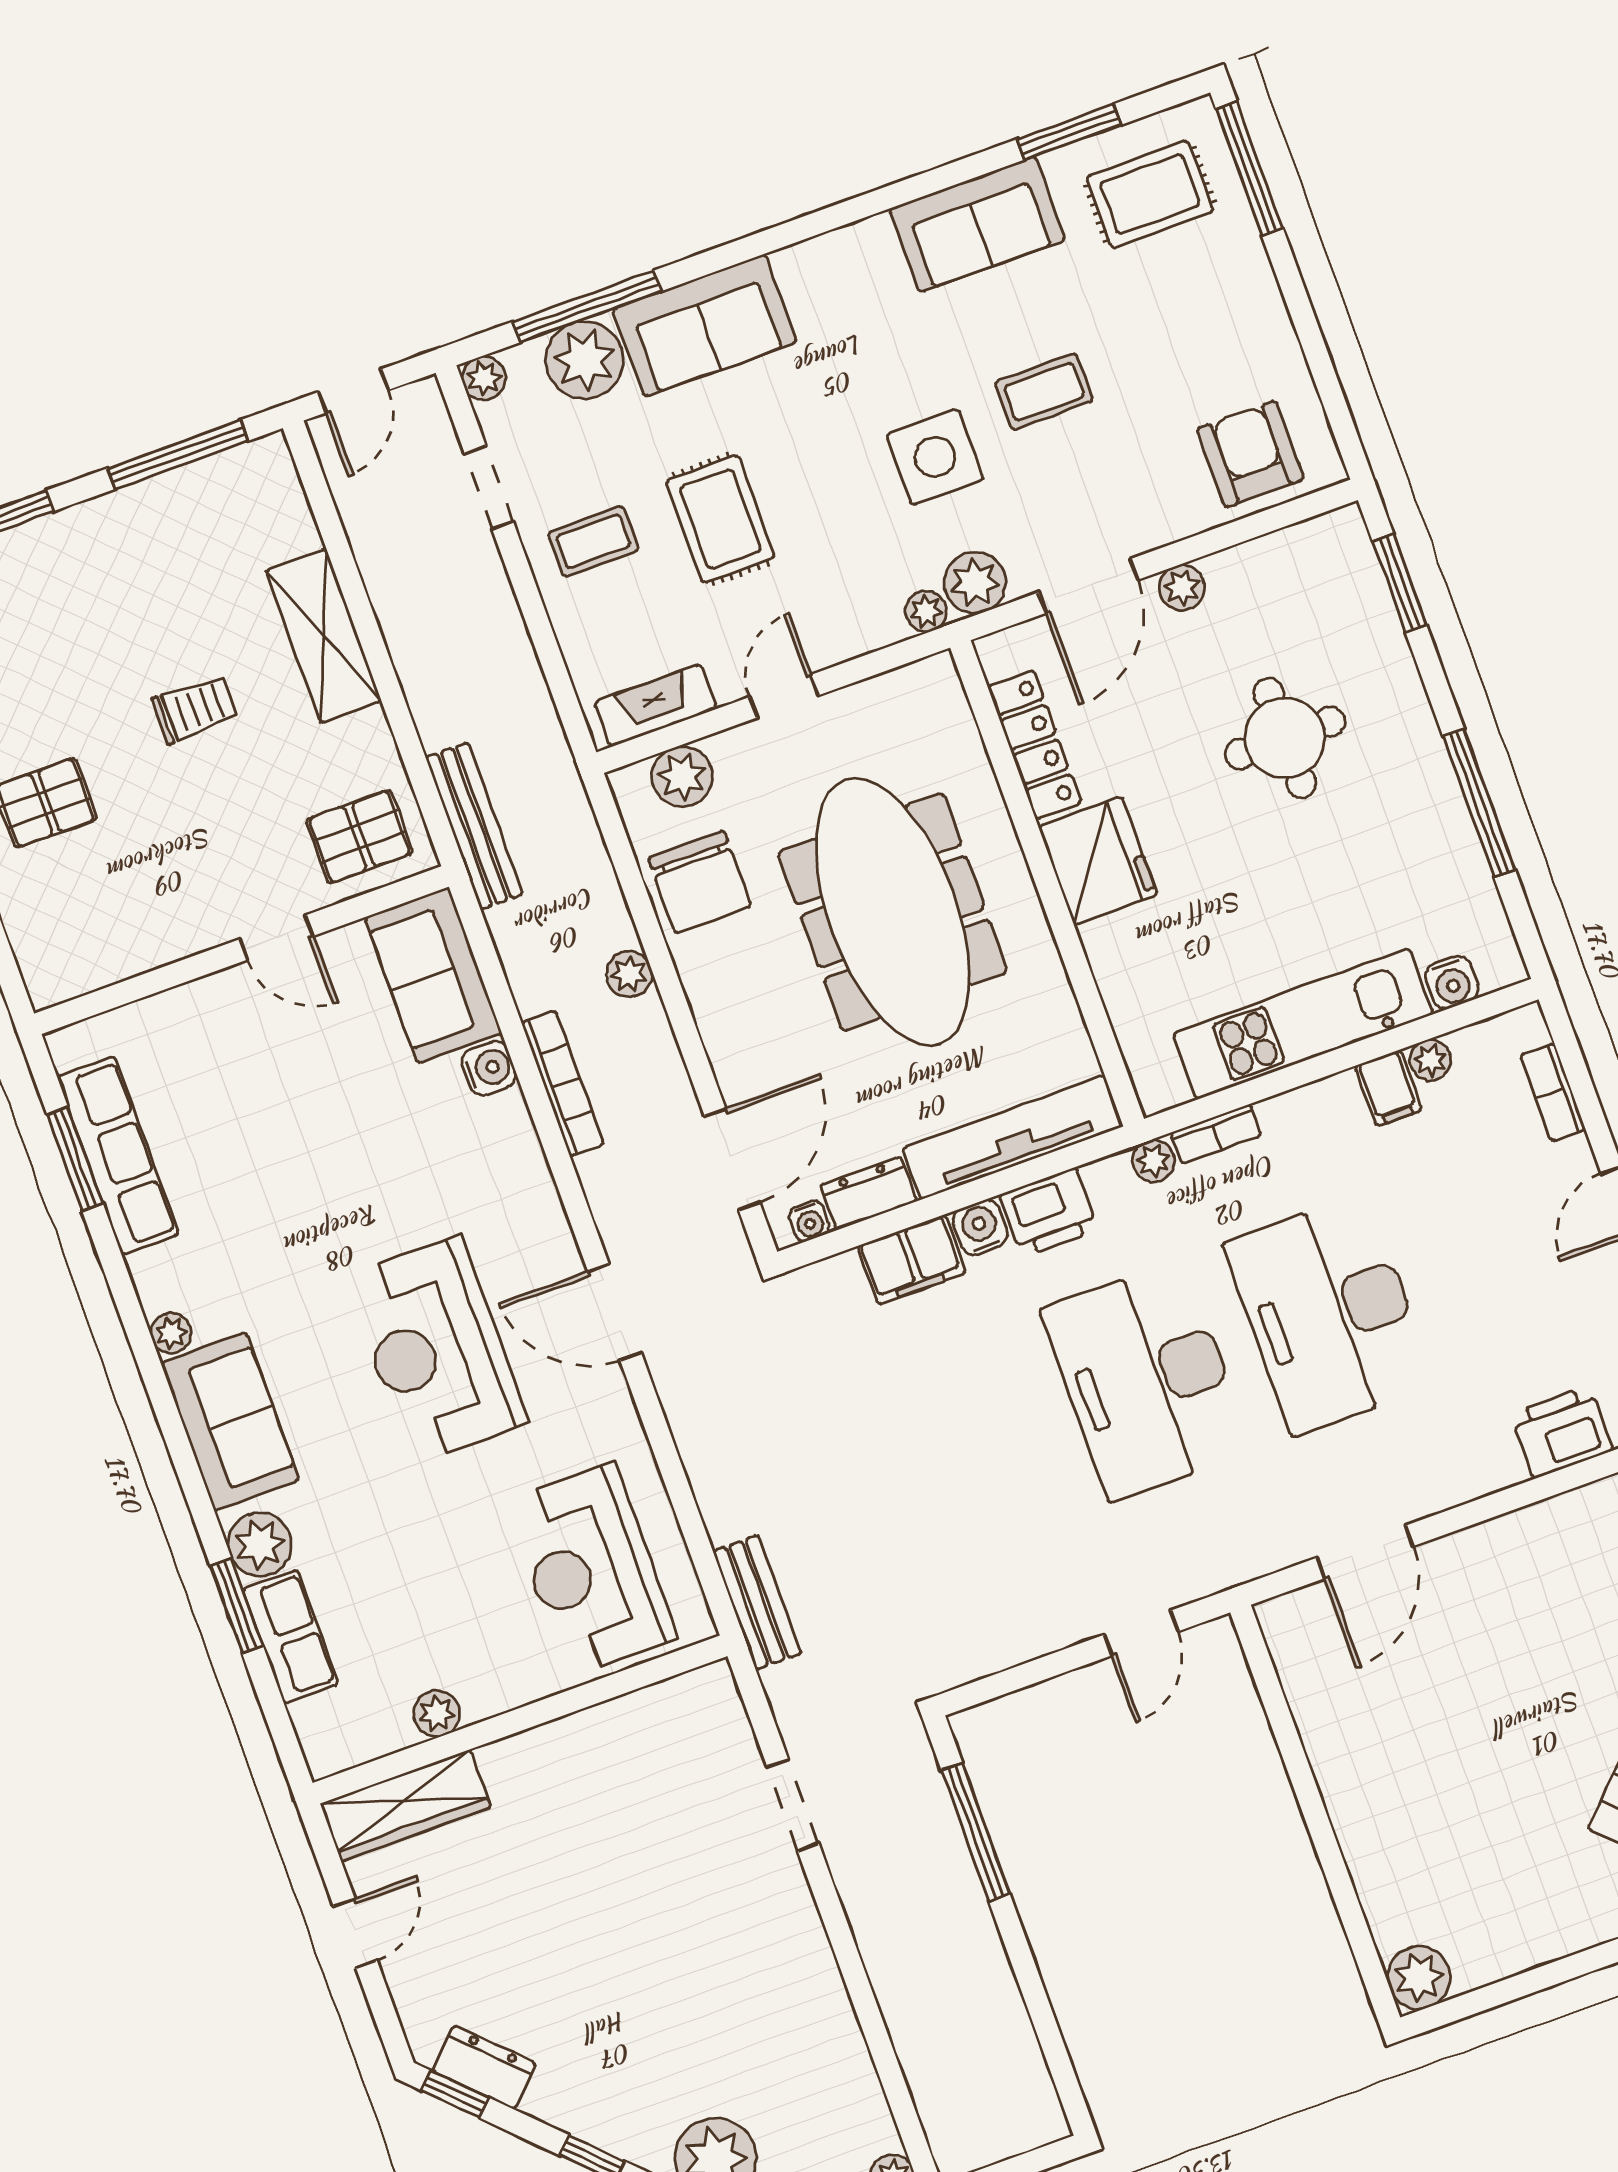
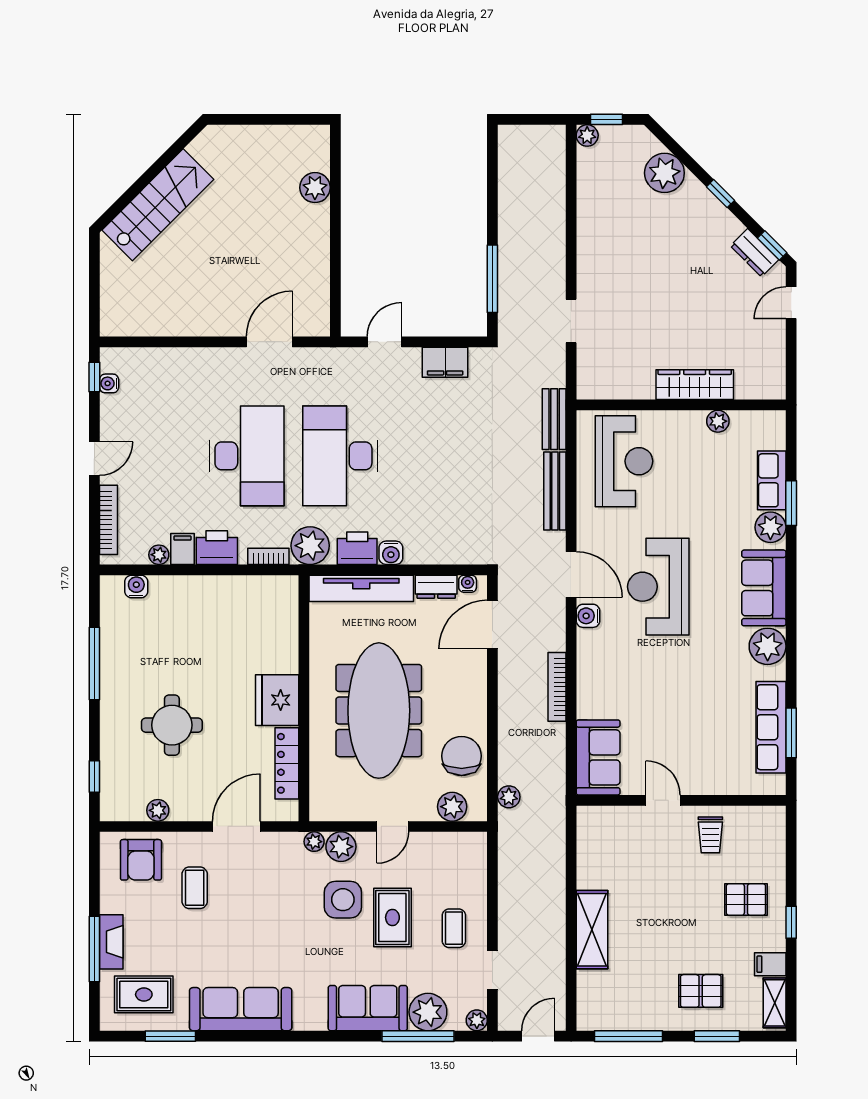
window: (1249, 168) -> (94, 949), moved
sofa: (977, 224) -> (241, 1009), width x1.36
coffee table: (1044, 392) -> (195, 888), moved, turned 90
side table: (935, 457) -> (343, 900), moved
coffee table: (593, 541) -> (454, 928), turned 90
plant: (975, 583) -> (341, 847), moved
window: (1399, 583) -> (94, 777), width x0.67
plant: (1182, 588) -> (158, 810), moved
fireplace: (656, 706) -> (111, 942), moved, turned -90
trolley: (195, 709) -> (710, 835), moved, turned -90
bench: (474, 826) -> (555, 491), moved
pallet: (359, 837) -> (701, 991), moved
plant: (629, 974) -> (509, 797), moved
kitchen unit: (1303, 1024) -> (211, 592), removed
water cooler: (489, 1068) -> (588, 616), moved
bookcase: (1553, 1092) -> (109, 520), width x1.56
plant: (1154, 1161) -> (310, 546), width x1.88, depth x1.88
filing cabinet: (911, 1260) -> (445, 362), moved, turned 180
plant: (171, 1333) -> (768, 646), width x1.88, depth x1.88
reception desk: (436, 1350) -> (658, 587), turned 180
desk: (1147, 1380) -> (340, 456), turned 180
printer: (1562, 1432) -> (217, 548), moved, turned 180
wardrobe: (405, 1805) -> (695, 385), moved
door: (355, 1933) -> (791, 303), moved
plant: (1419, 1978) -> (315, 188), moved

